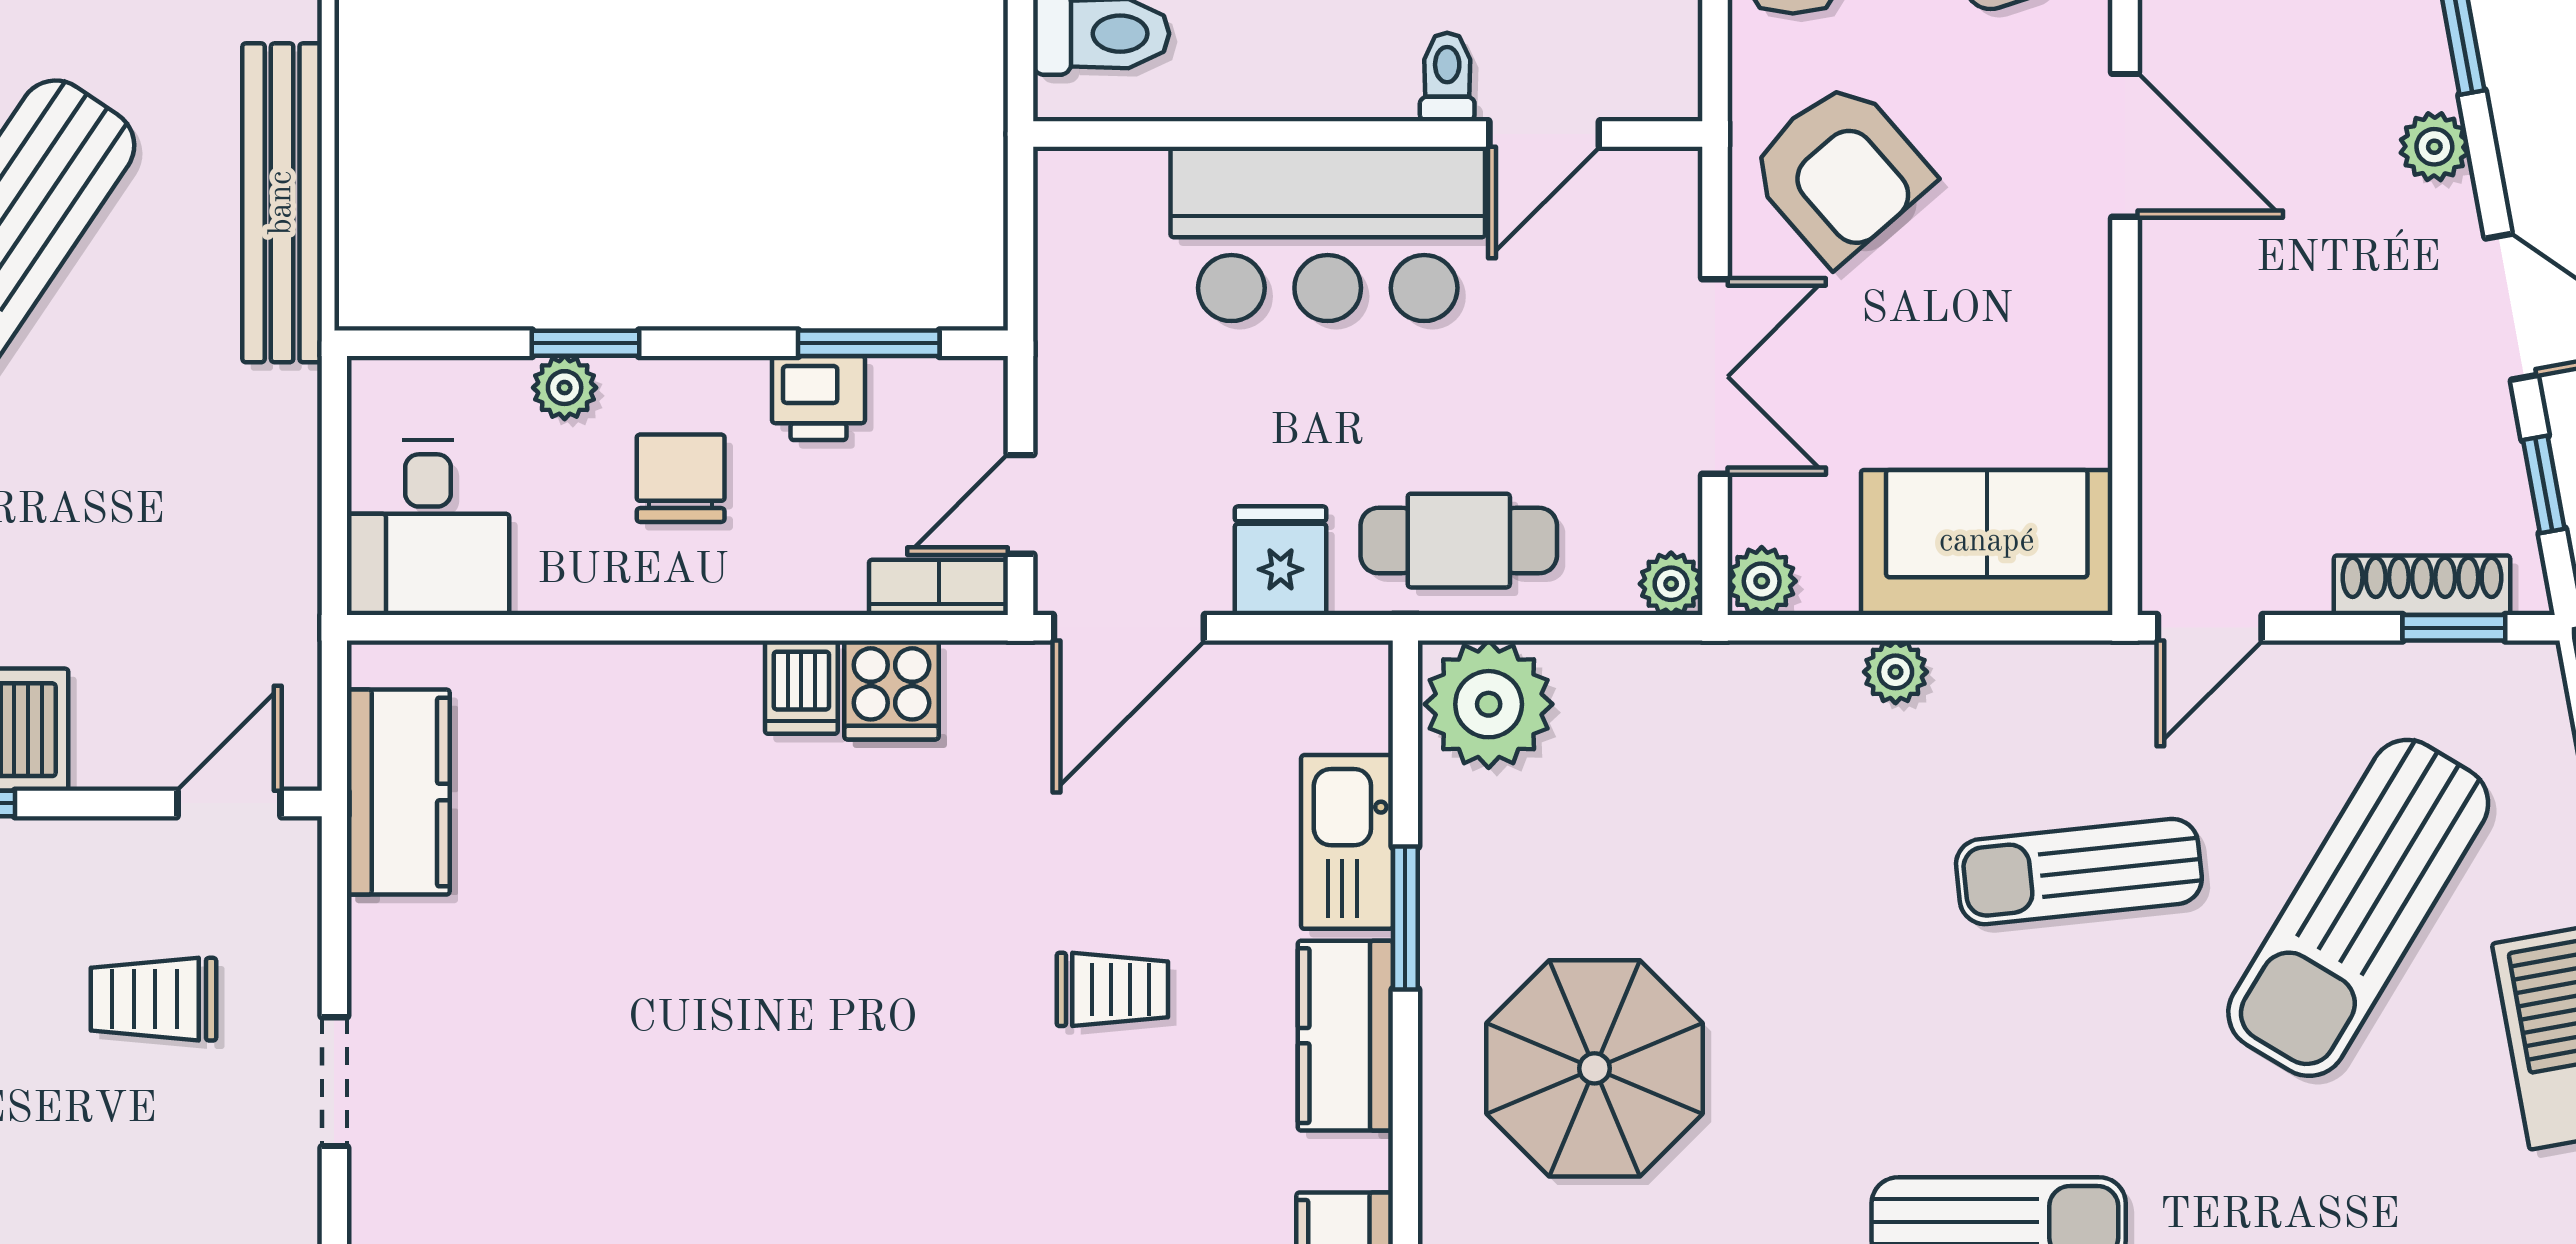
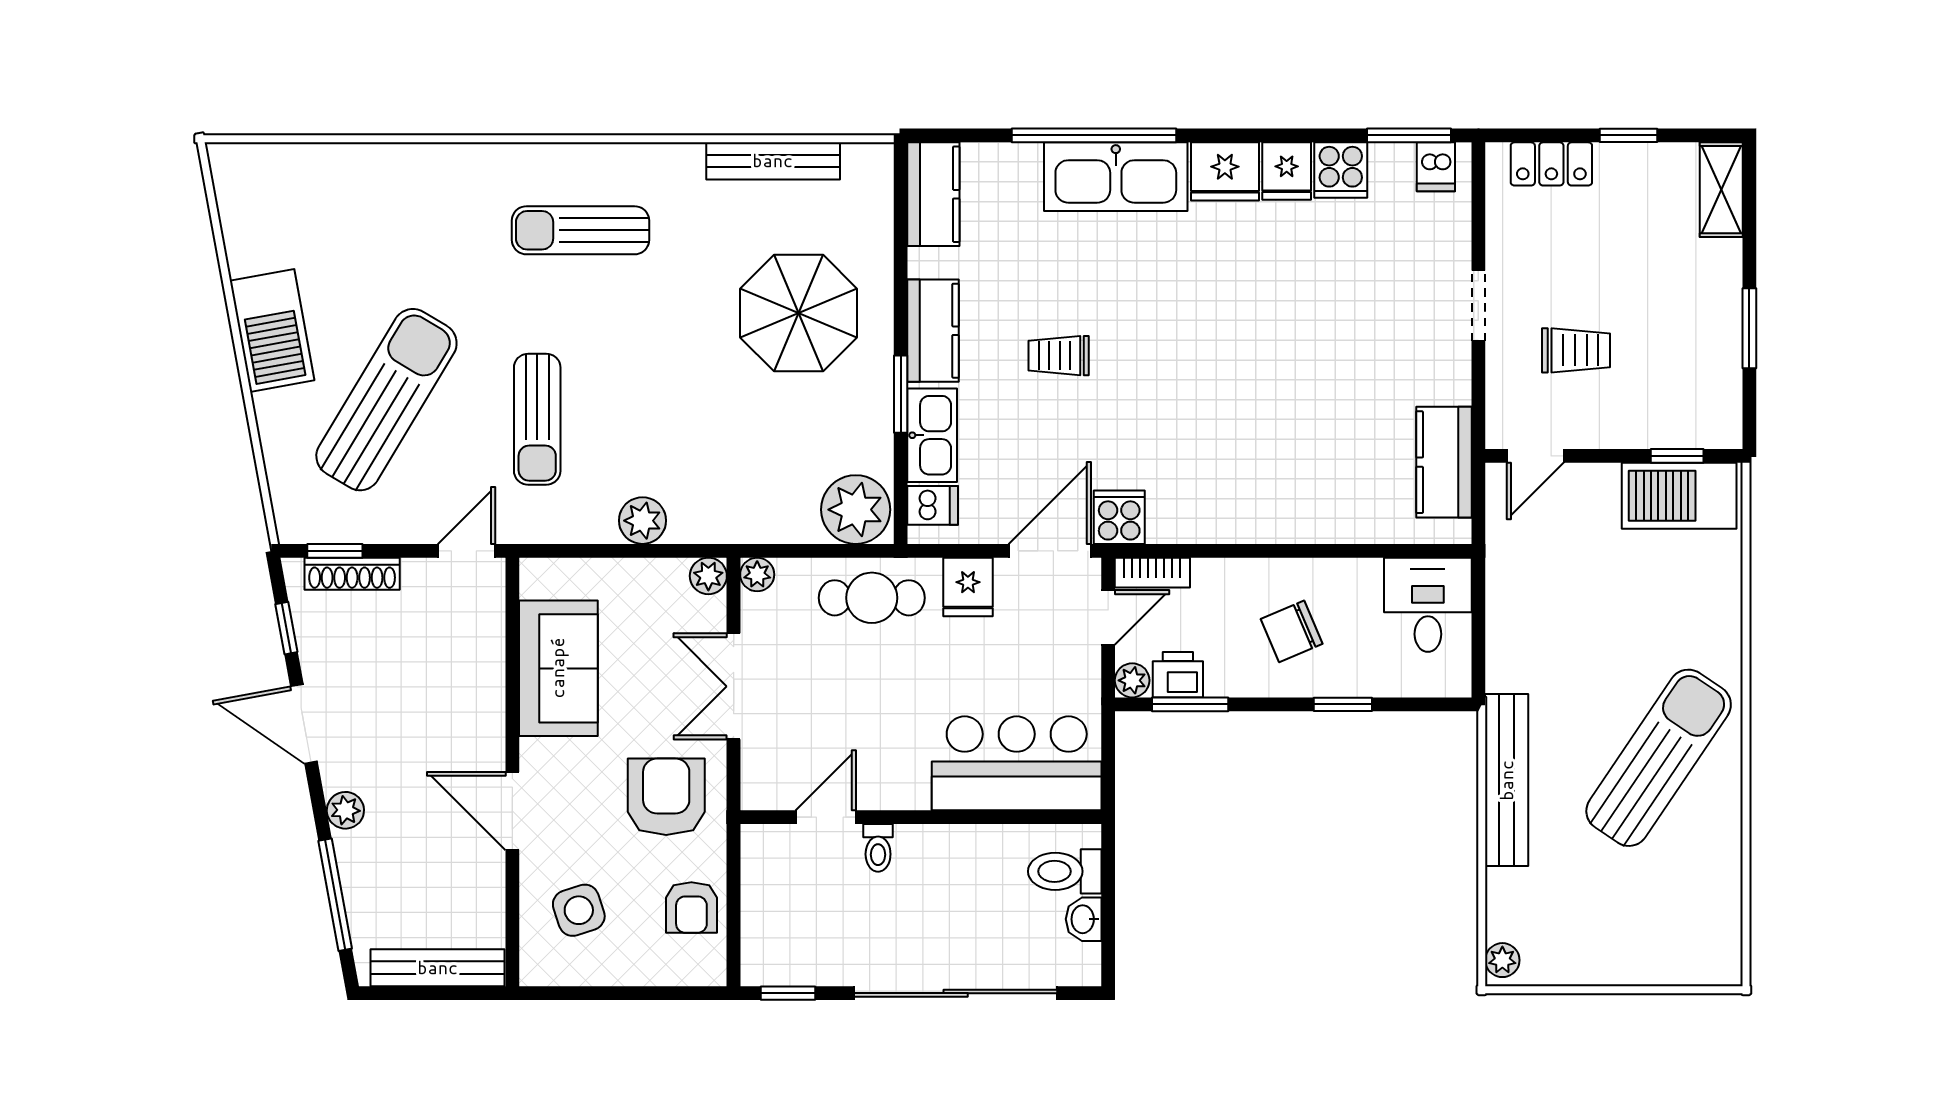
armchair: (1840, 172) -> (666, 797), turned 41
bar counter: (1328, 234) -> (1017, 763), moved
plant: (565, 388) -> (1132, 680), moved
printer: (818, 398) -> (1178, 675), moved
chair: (681, 478) -> (1292, 631), turned 67
sofa: (1987, 542) -> (558, 668), moved, turned -90
plant: (1896, 672) -> (643, 521), width x1.38, depth x1.38
dishwasher: (801, 687) -> (933, 505), moved, turned 90
cooker: (891, 690) -> (1119, 517), moved
sun lounger: (2079, 872) -> (537, 419), turned 96

